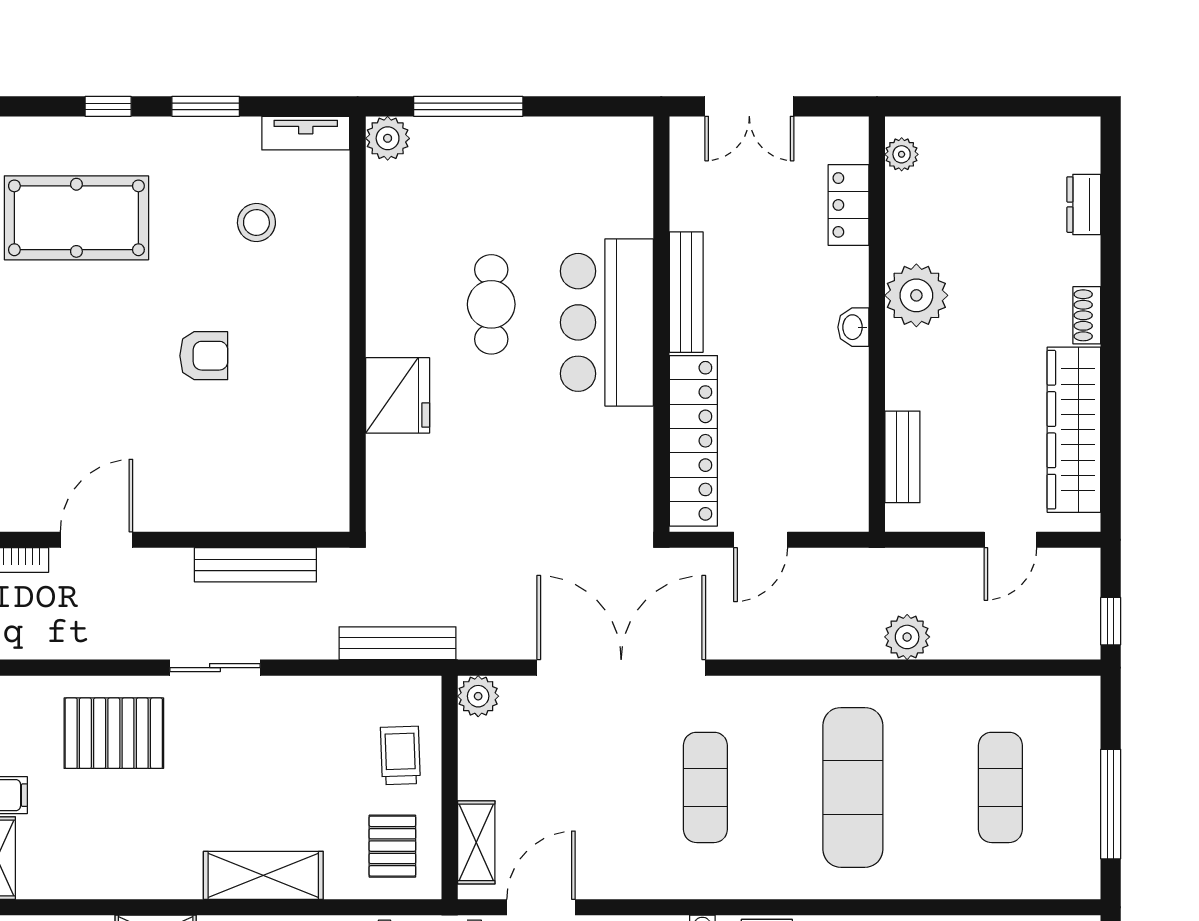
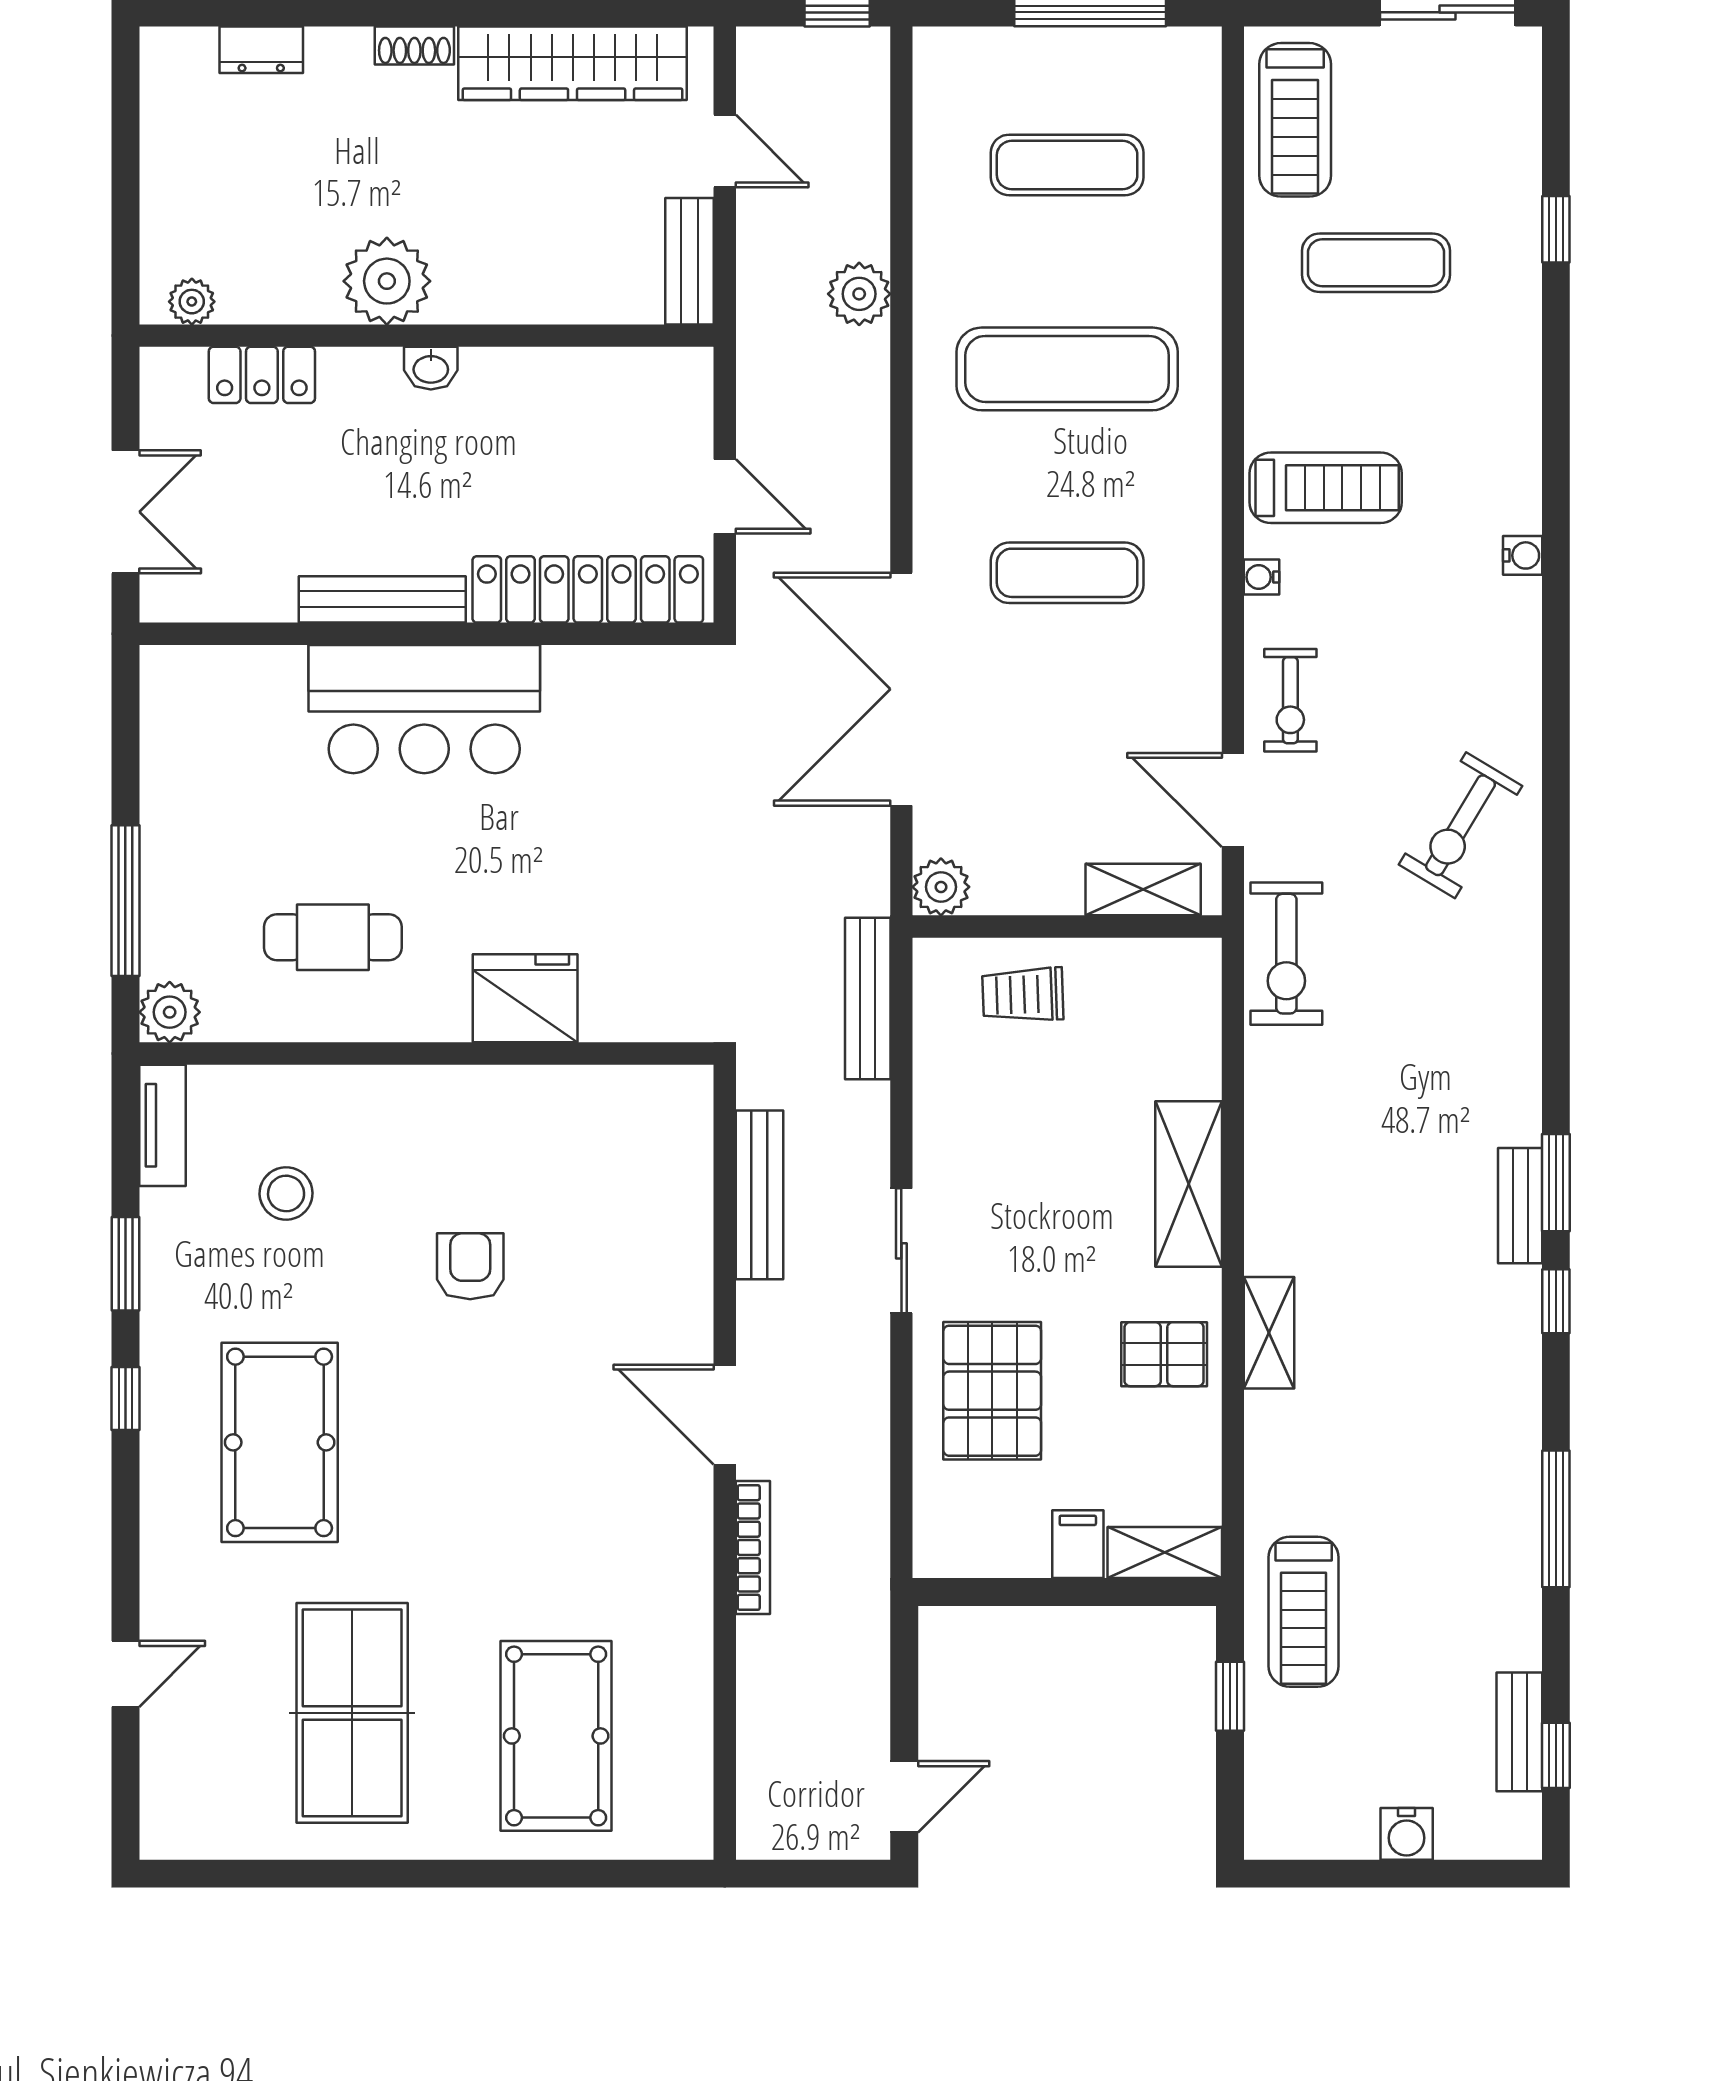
cafe table: (491, 304) -> (333, 937), moved
bench: (902, 457) -> (689, 261), moved, turned 90
pallet: (392, 846) -> (1164, 1354), moved

